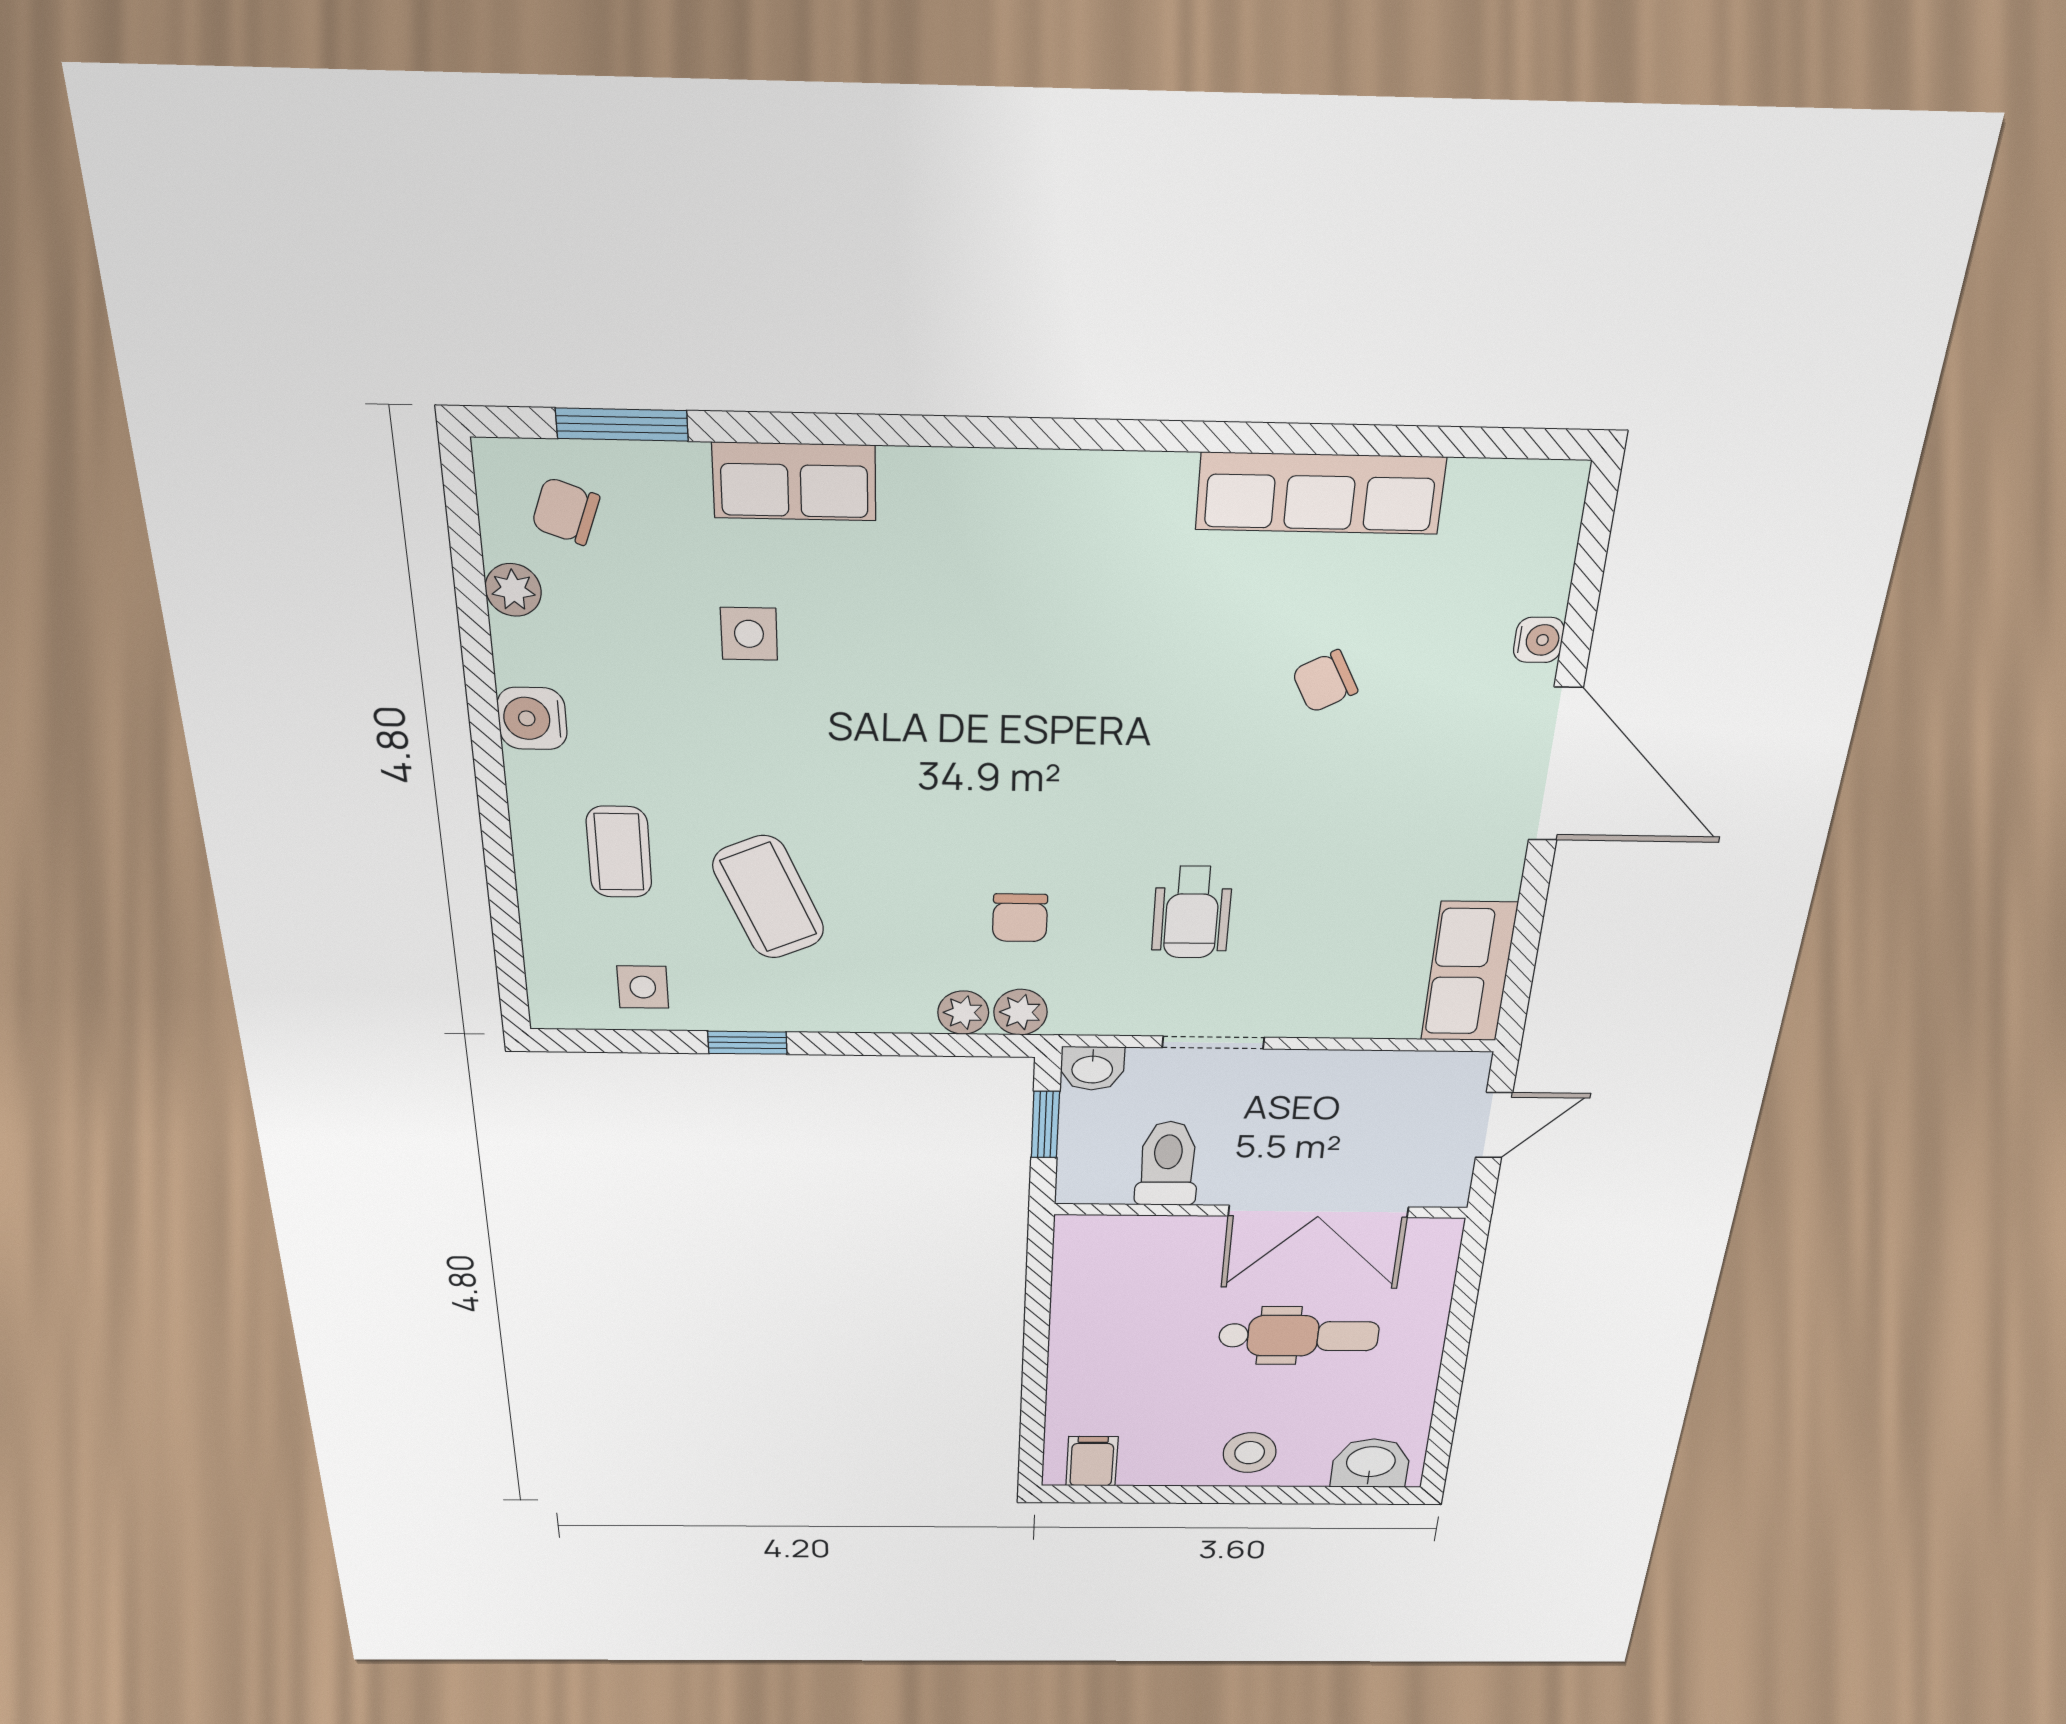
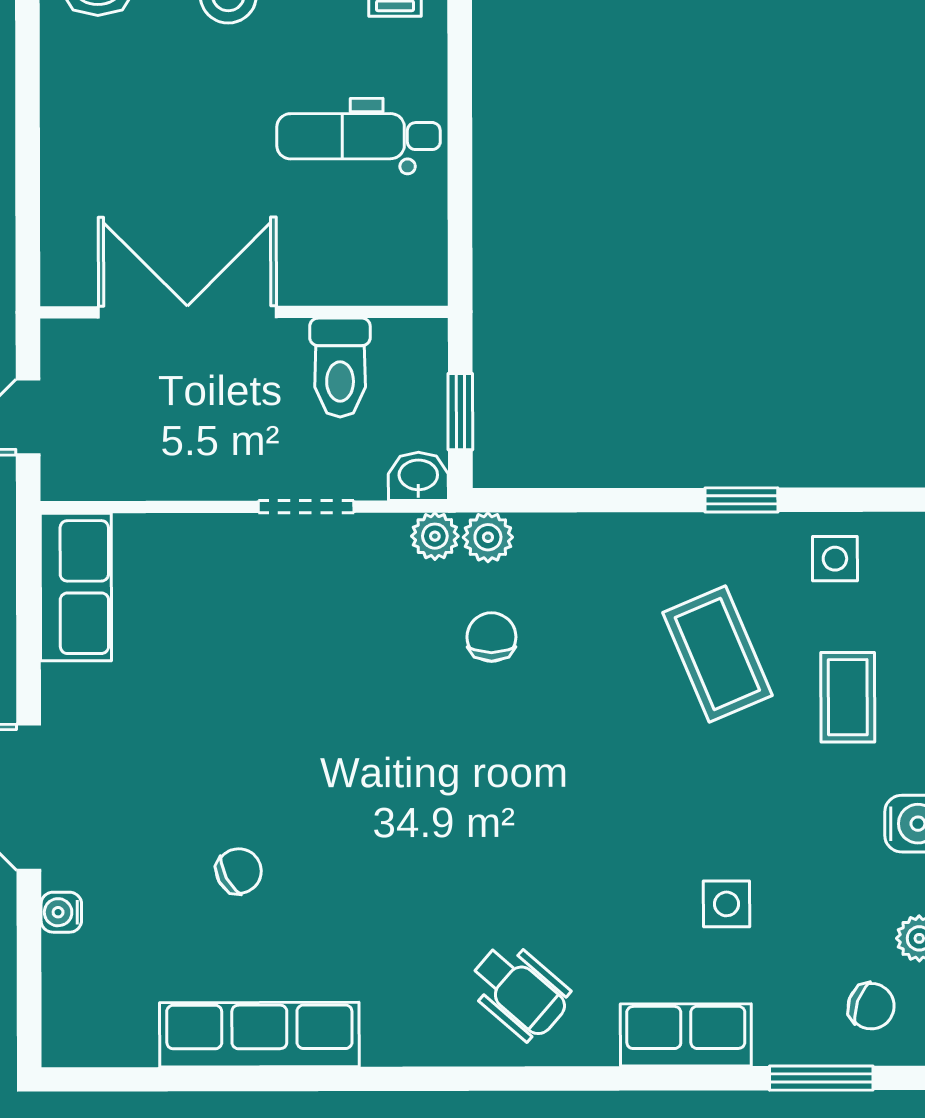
wheelchair: (1192, 912) -> (519, 991), moved, turned 131
plant: (963, 1013) -> (435, 536), moved
dental chair: (1299, 1336) -> (359, 136), moved

